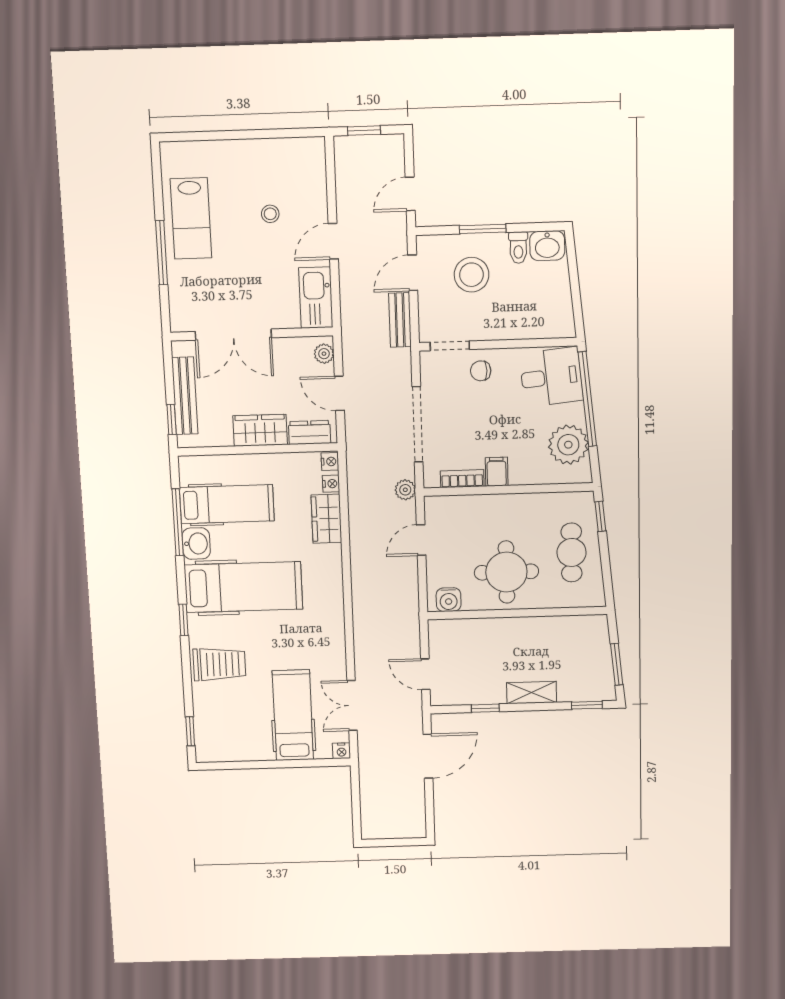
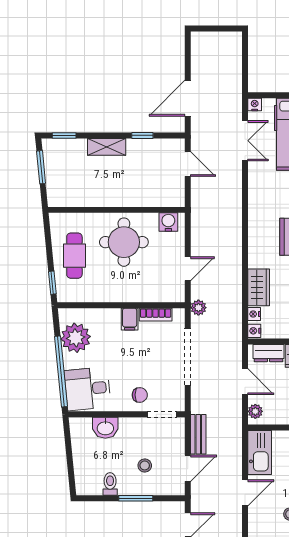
washbasin: (547, 246) -> (105, 428), moved, turned 180
stool: (472, 275) -> (145, 465), width x0.53, depth x0.53

